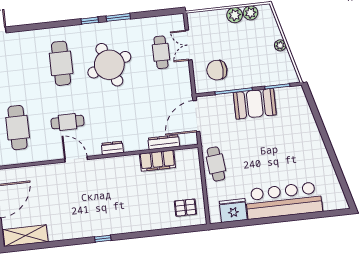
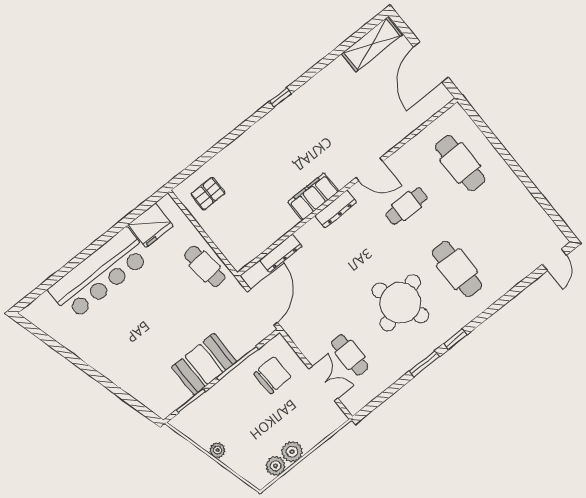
dresser: (112, 148) -> (336, 209), width x1.44
filing cabinet: (157, 161) -> (313, 197), moved

